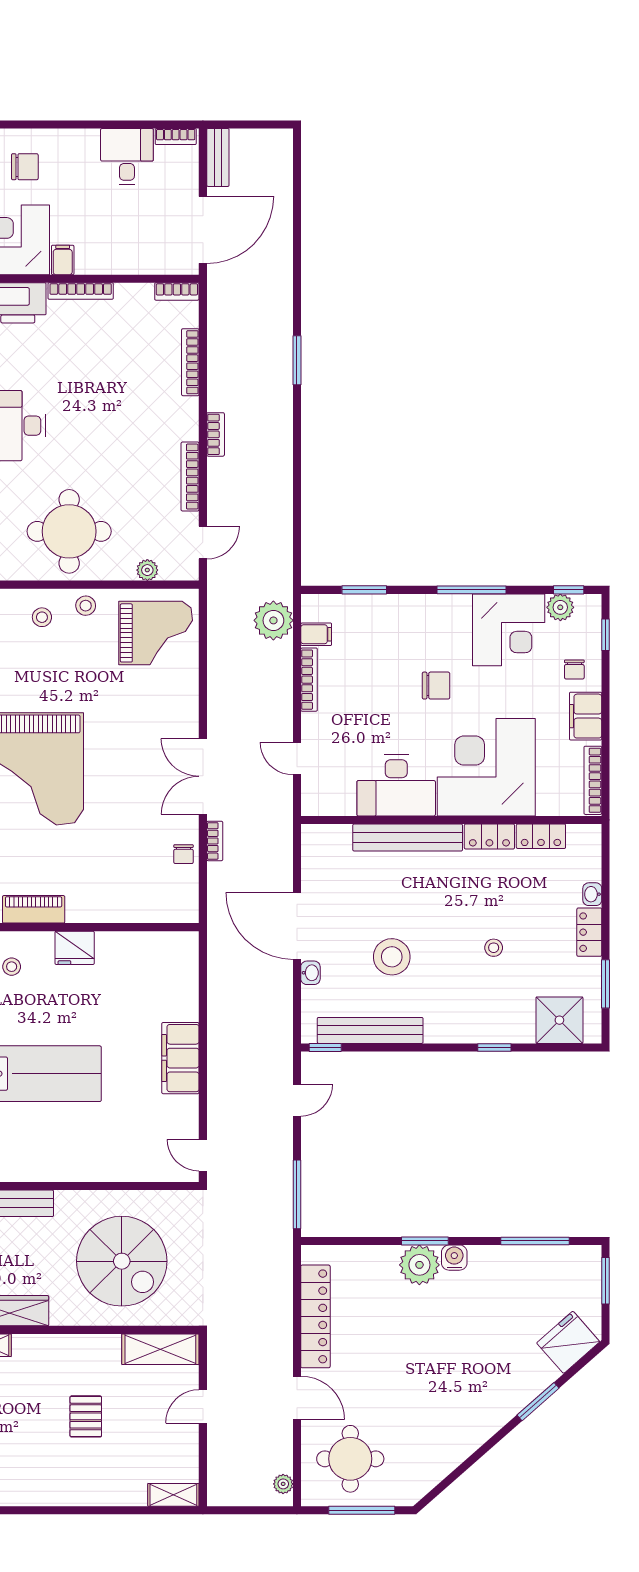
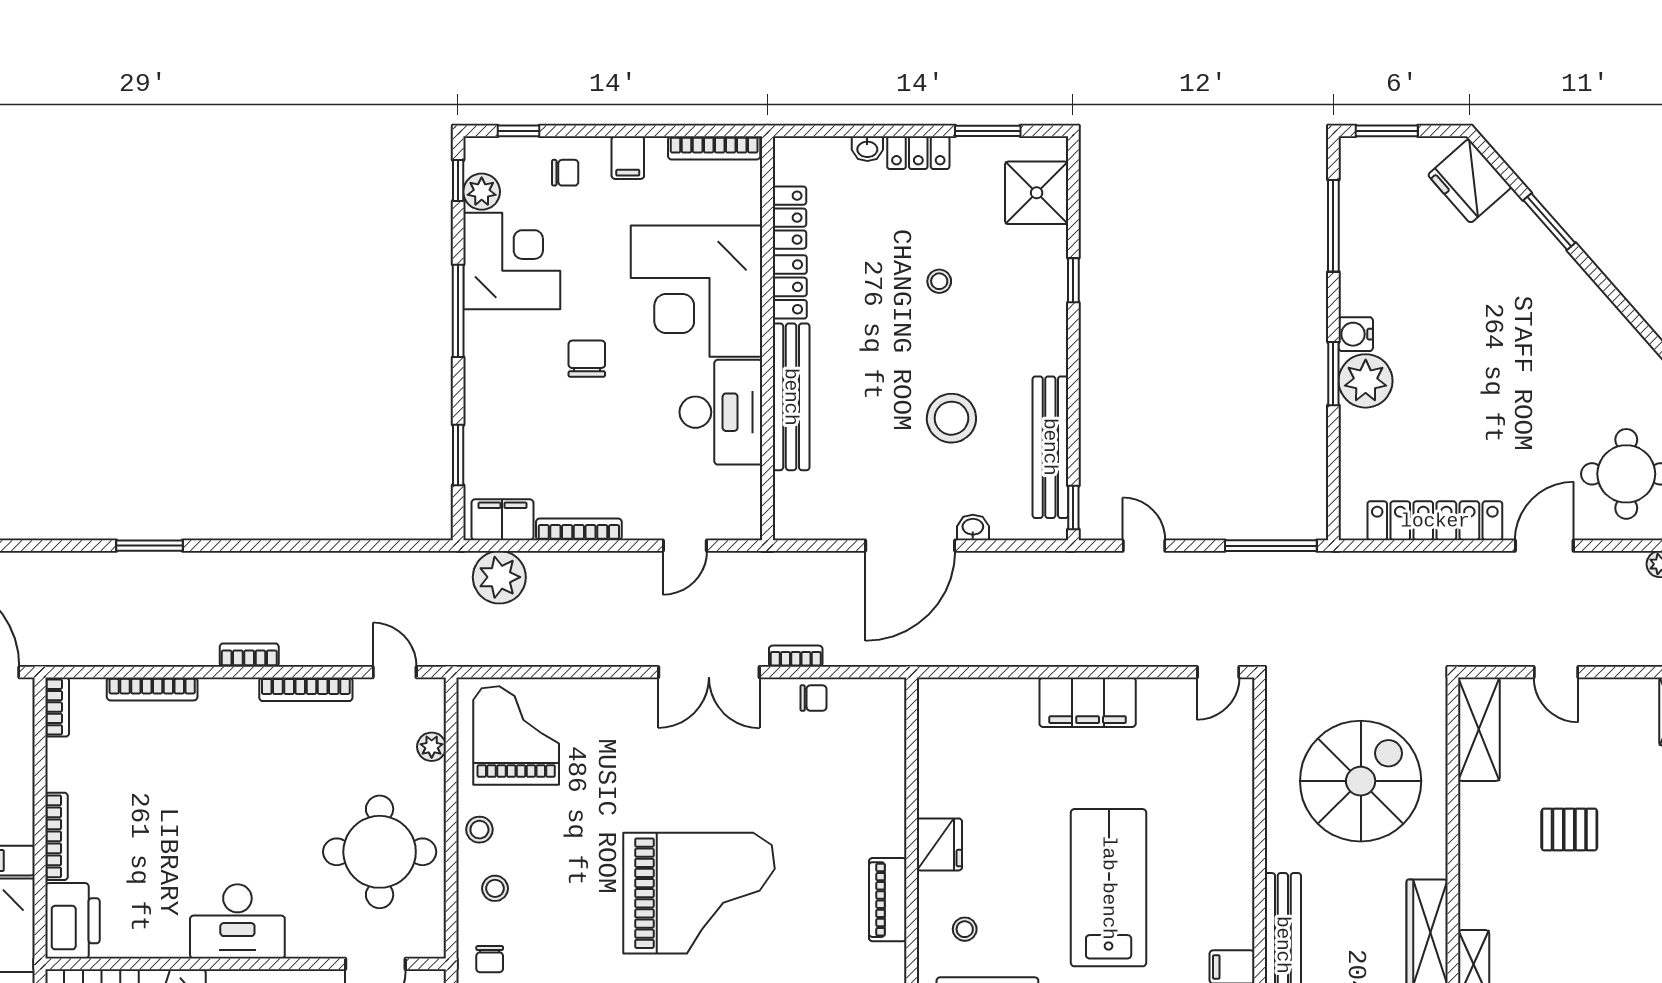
filing cabinet: (316, 634) -> (502, 520), width x2.00
filing cabinet: (586, 716) -> (628, 158), width x0.50

